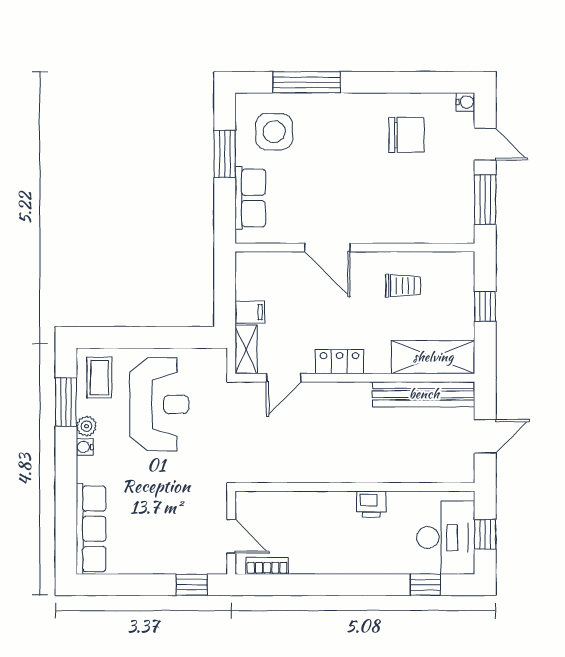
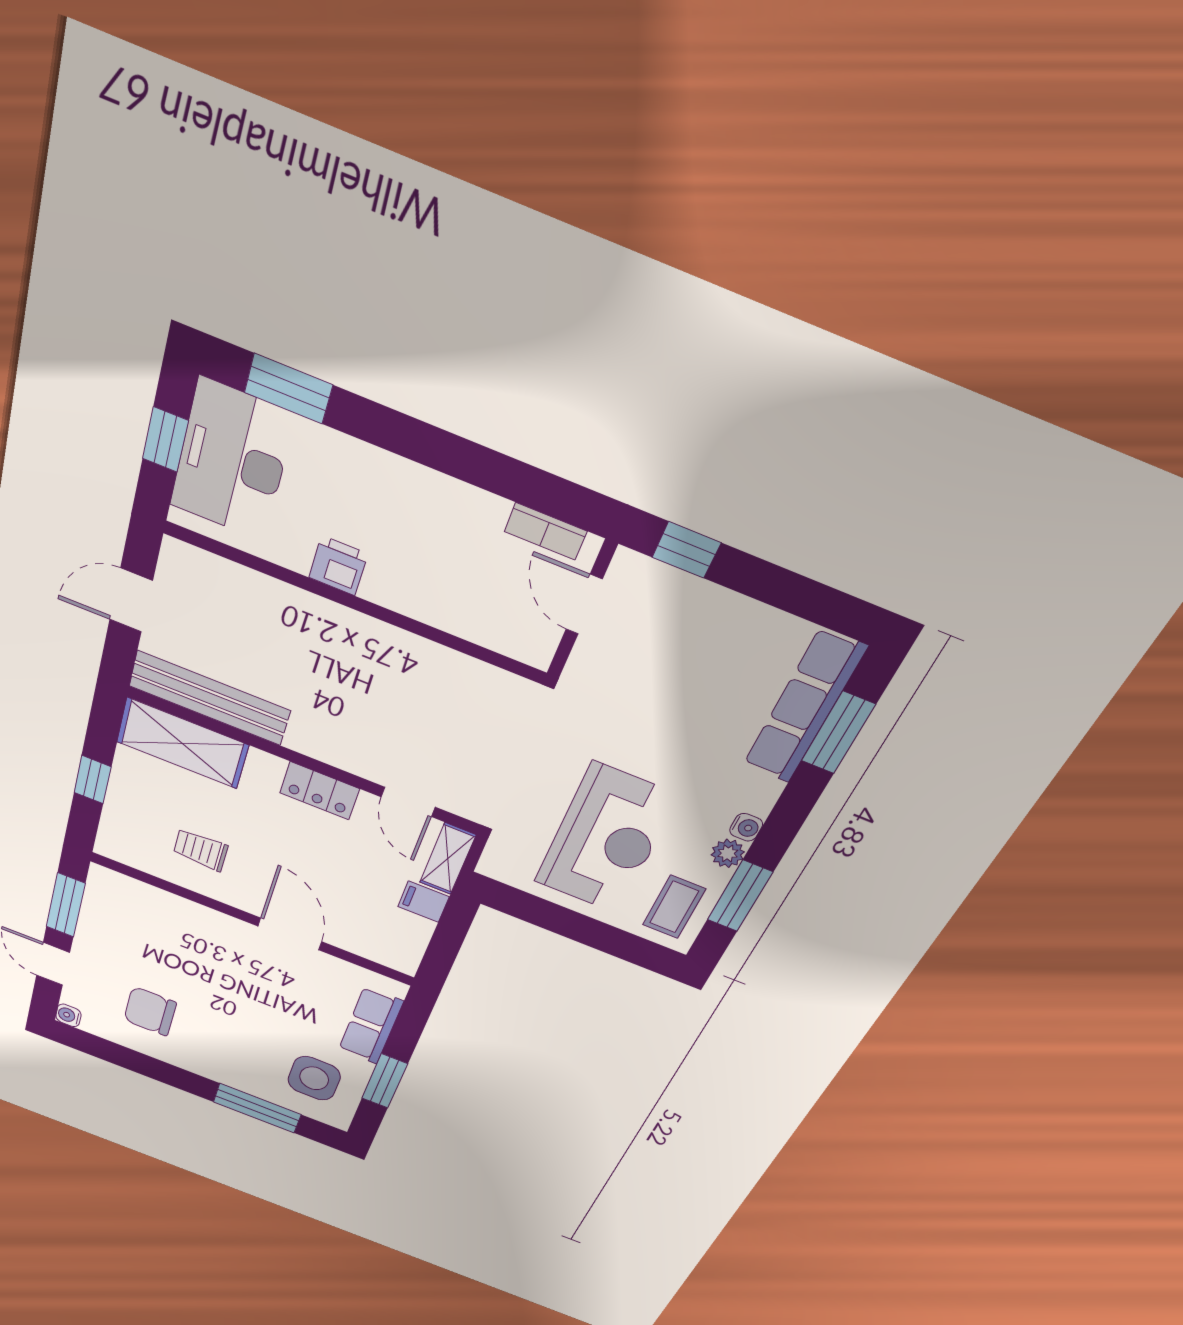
door: (284, 378) -> (408, 802), swing flipped
reception desk: (159, 404) -> (605, 839), turned 180
window: (66, 522) -> (838, 733), added
window: (425, 585) -> (288, 389), width x1.50

